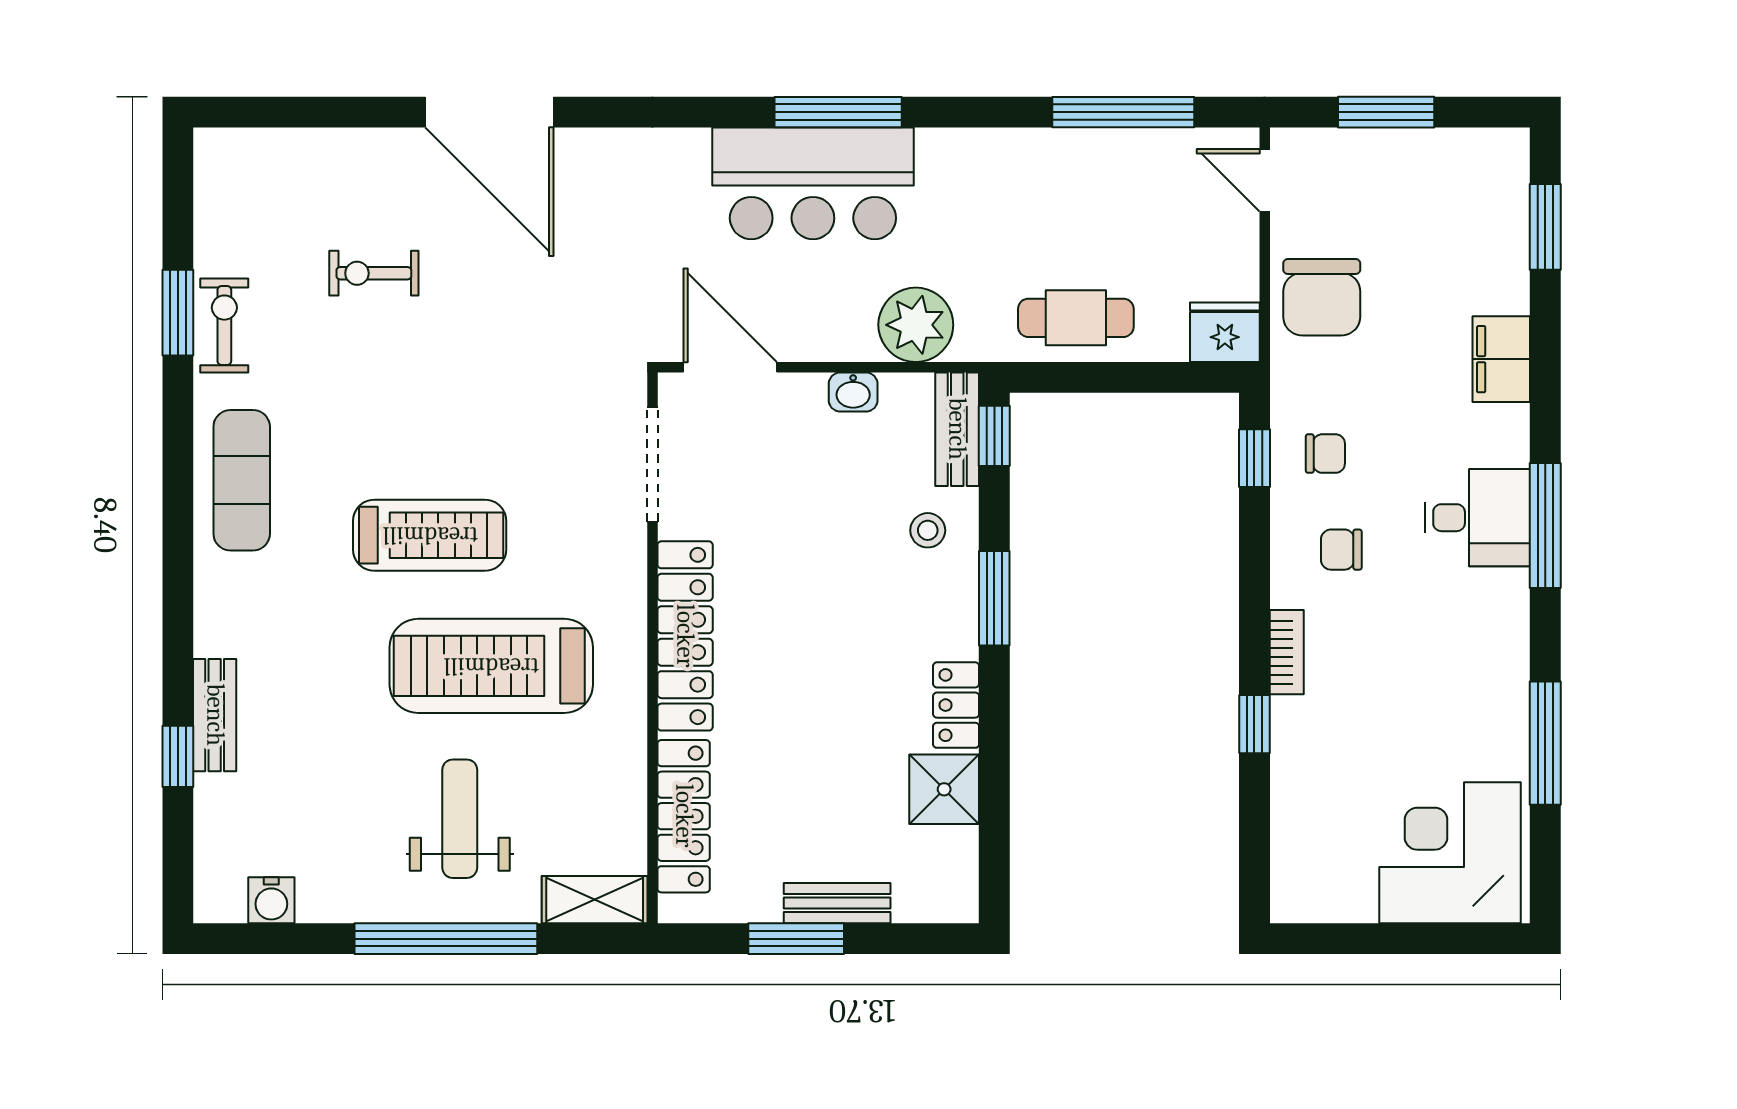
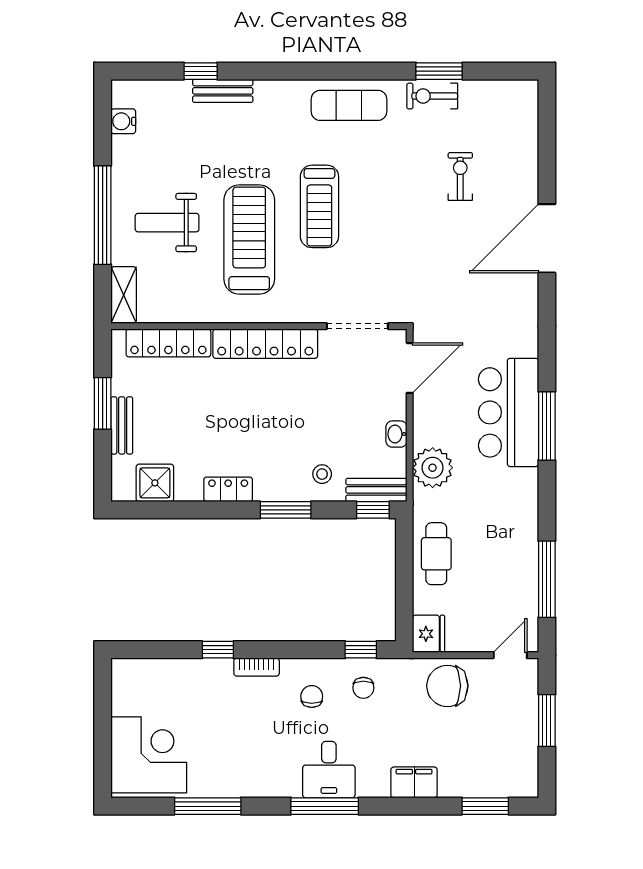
exercise bike: (224, 326) -> (432, 96), turned 180
shower: (944, 789) -> (155, 483), moved
weight bench: (460, 819) -> (167, 223), turned 180

